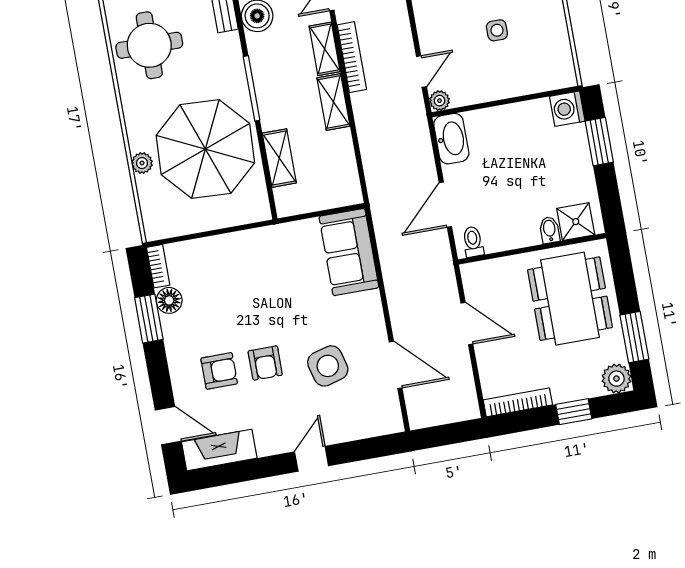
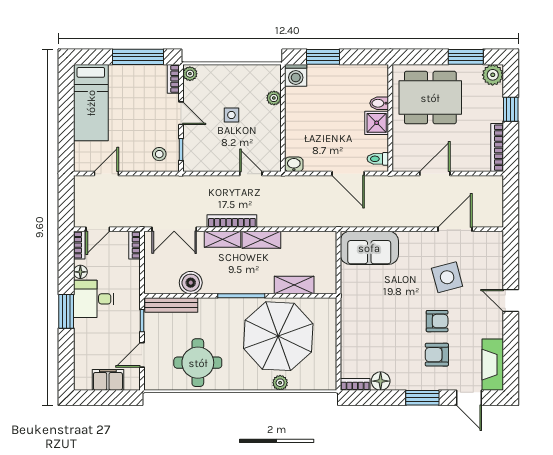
plant: (440, 101) -> (274, 98), moved
washbasin: (451, 139) -> (294, 164), width x0.52, depth x0.69
shower: (576, 222) -> (377, 123), moved
window: (149, 319) -> (422, 398), moved
armchair: (219, 371) -> (437, 355), turned -90
door: (168, 426) -> (469, 398), swing flipped

